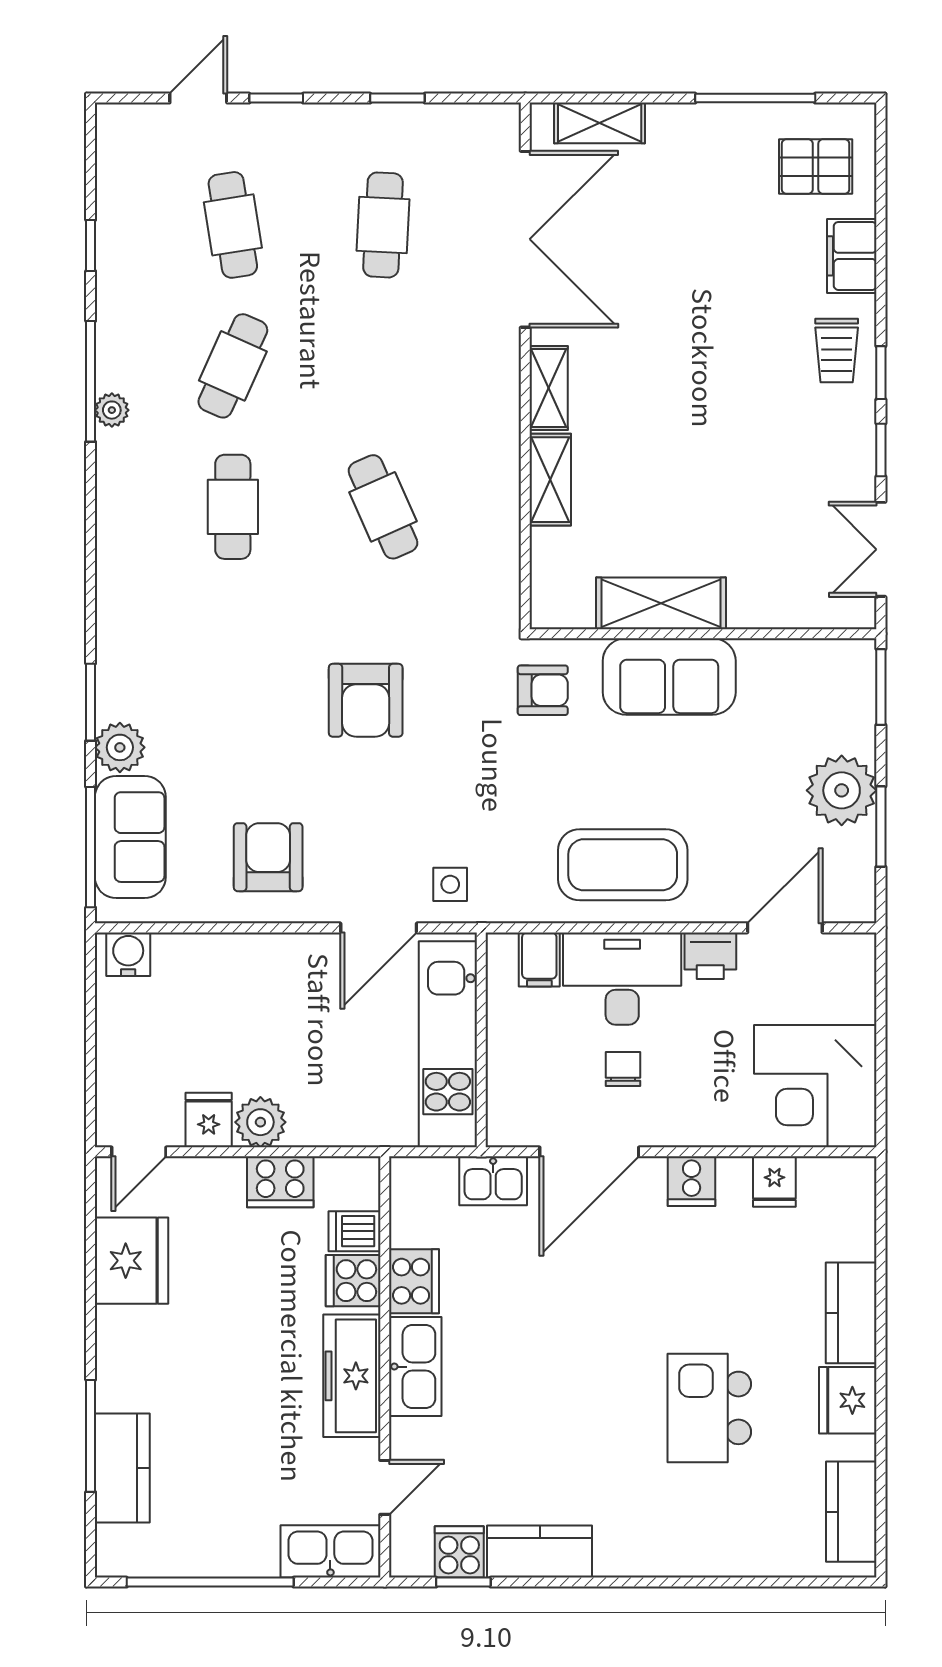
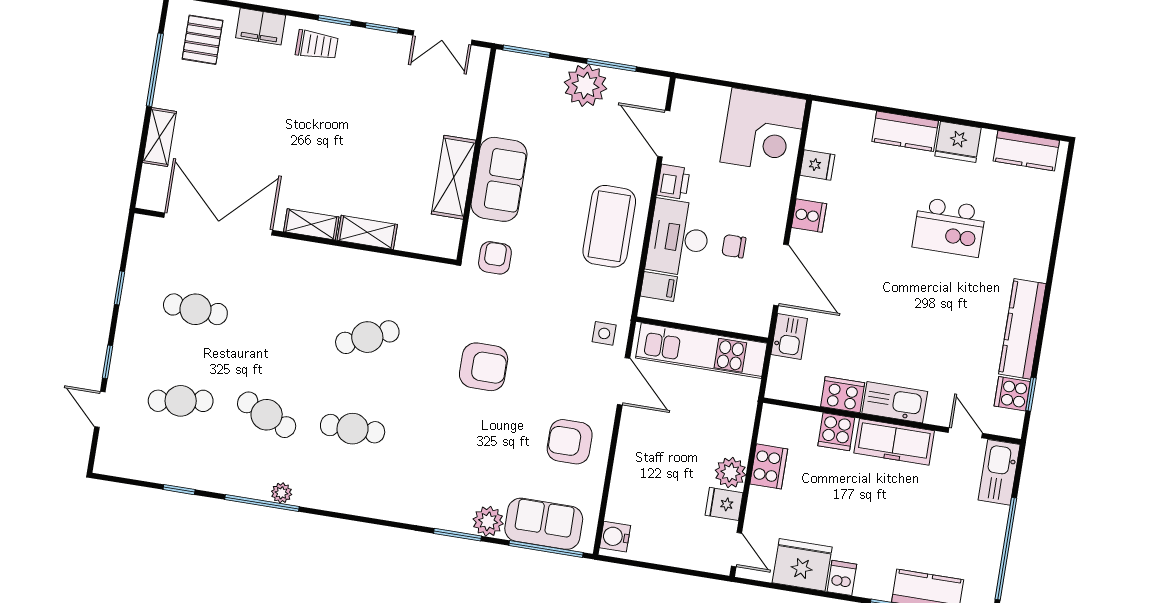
shelving: (600, 123) -> (159, 137), moved
dishwasher: (354, 1231) -> (842, 578), moved, turned 180
kitchen counter: (540, 1551) -> (1022, 329), width x1.50

